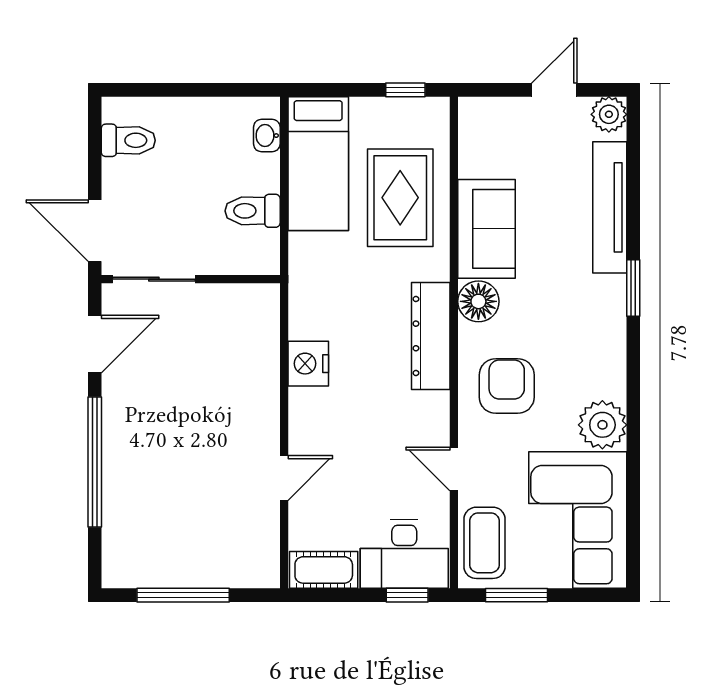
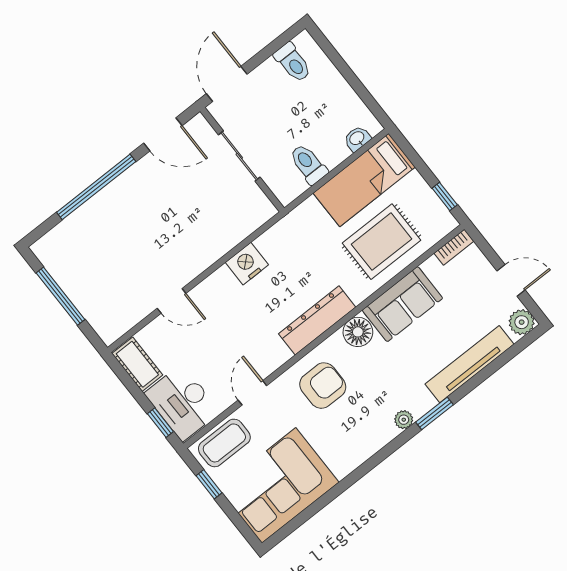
bookcase: (469, 124) -> (454, 247), added
sliding door: (154, 279) -> (239, 156), moved
plant: (602, 425) -> (404, 420), moved, width x0.53, depth x0.53
window: (516, 595) -> (209, 484), width x0.67

